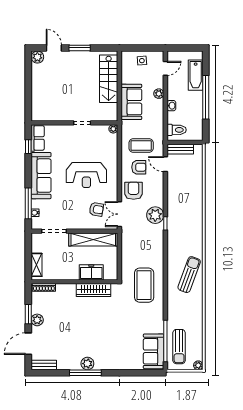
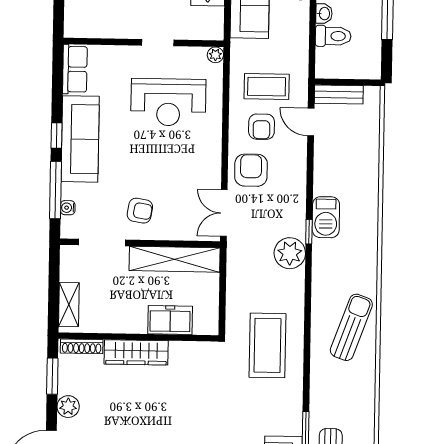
toilet: (177, 130) -> (333, 36), moved
window: (28, 147) -> (56, 135), moved
armchair: (139, 167) -> (262, 127), turned 90
reception desk: (86, 175) -> (168, 102), moved
armchair: (96, 209) -> (140, 211), moved
plant: (155, 215) -> (290, 253), moved
barbecue: (174, 215) -> (326, 217), added
wardrobe: (93, 290) -> (136, 352), moved
window: (28, 314) -> (52, 376), moved

